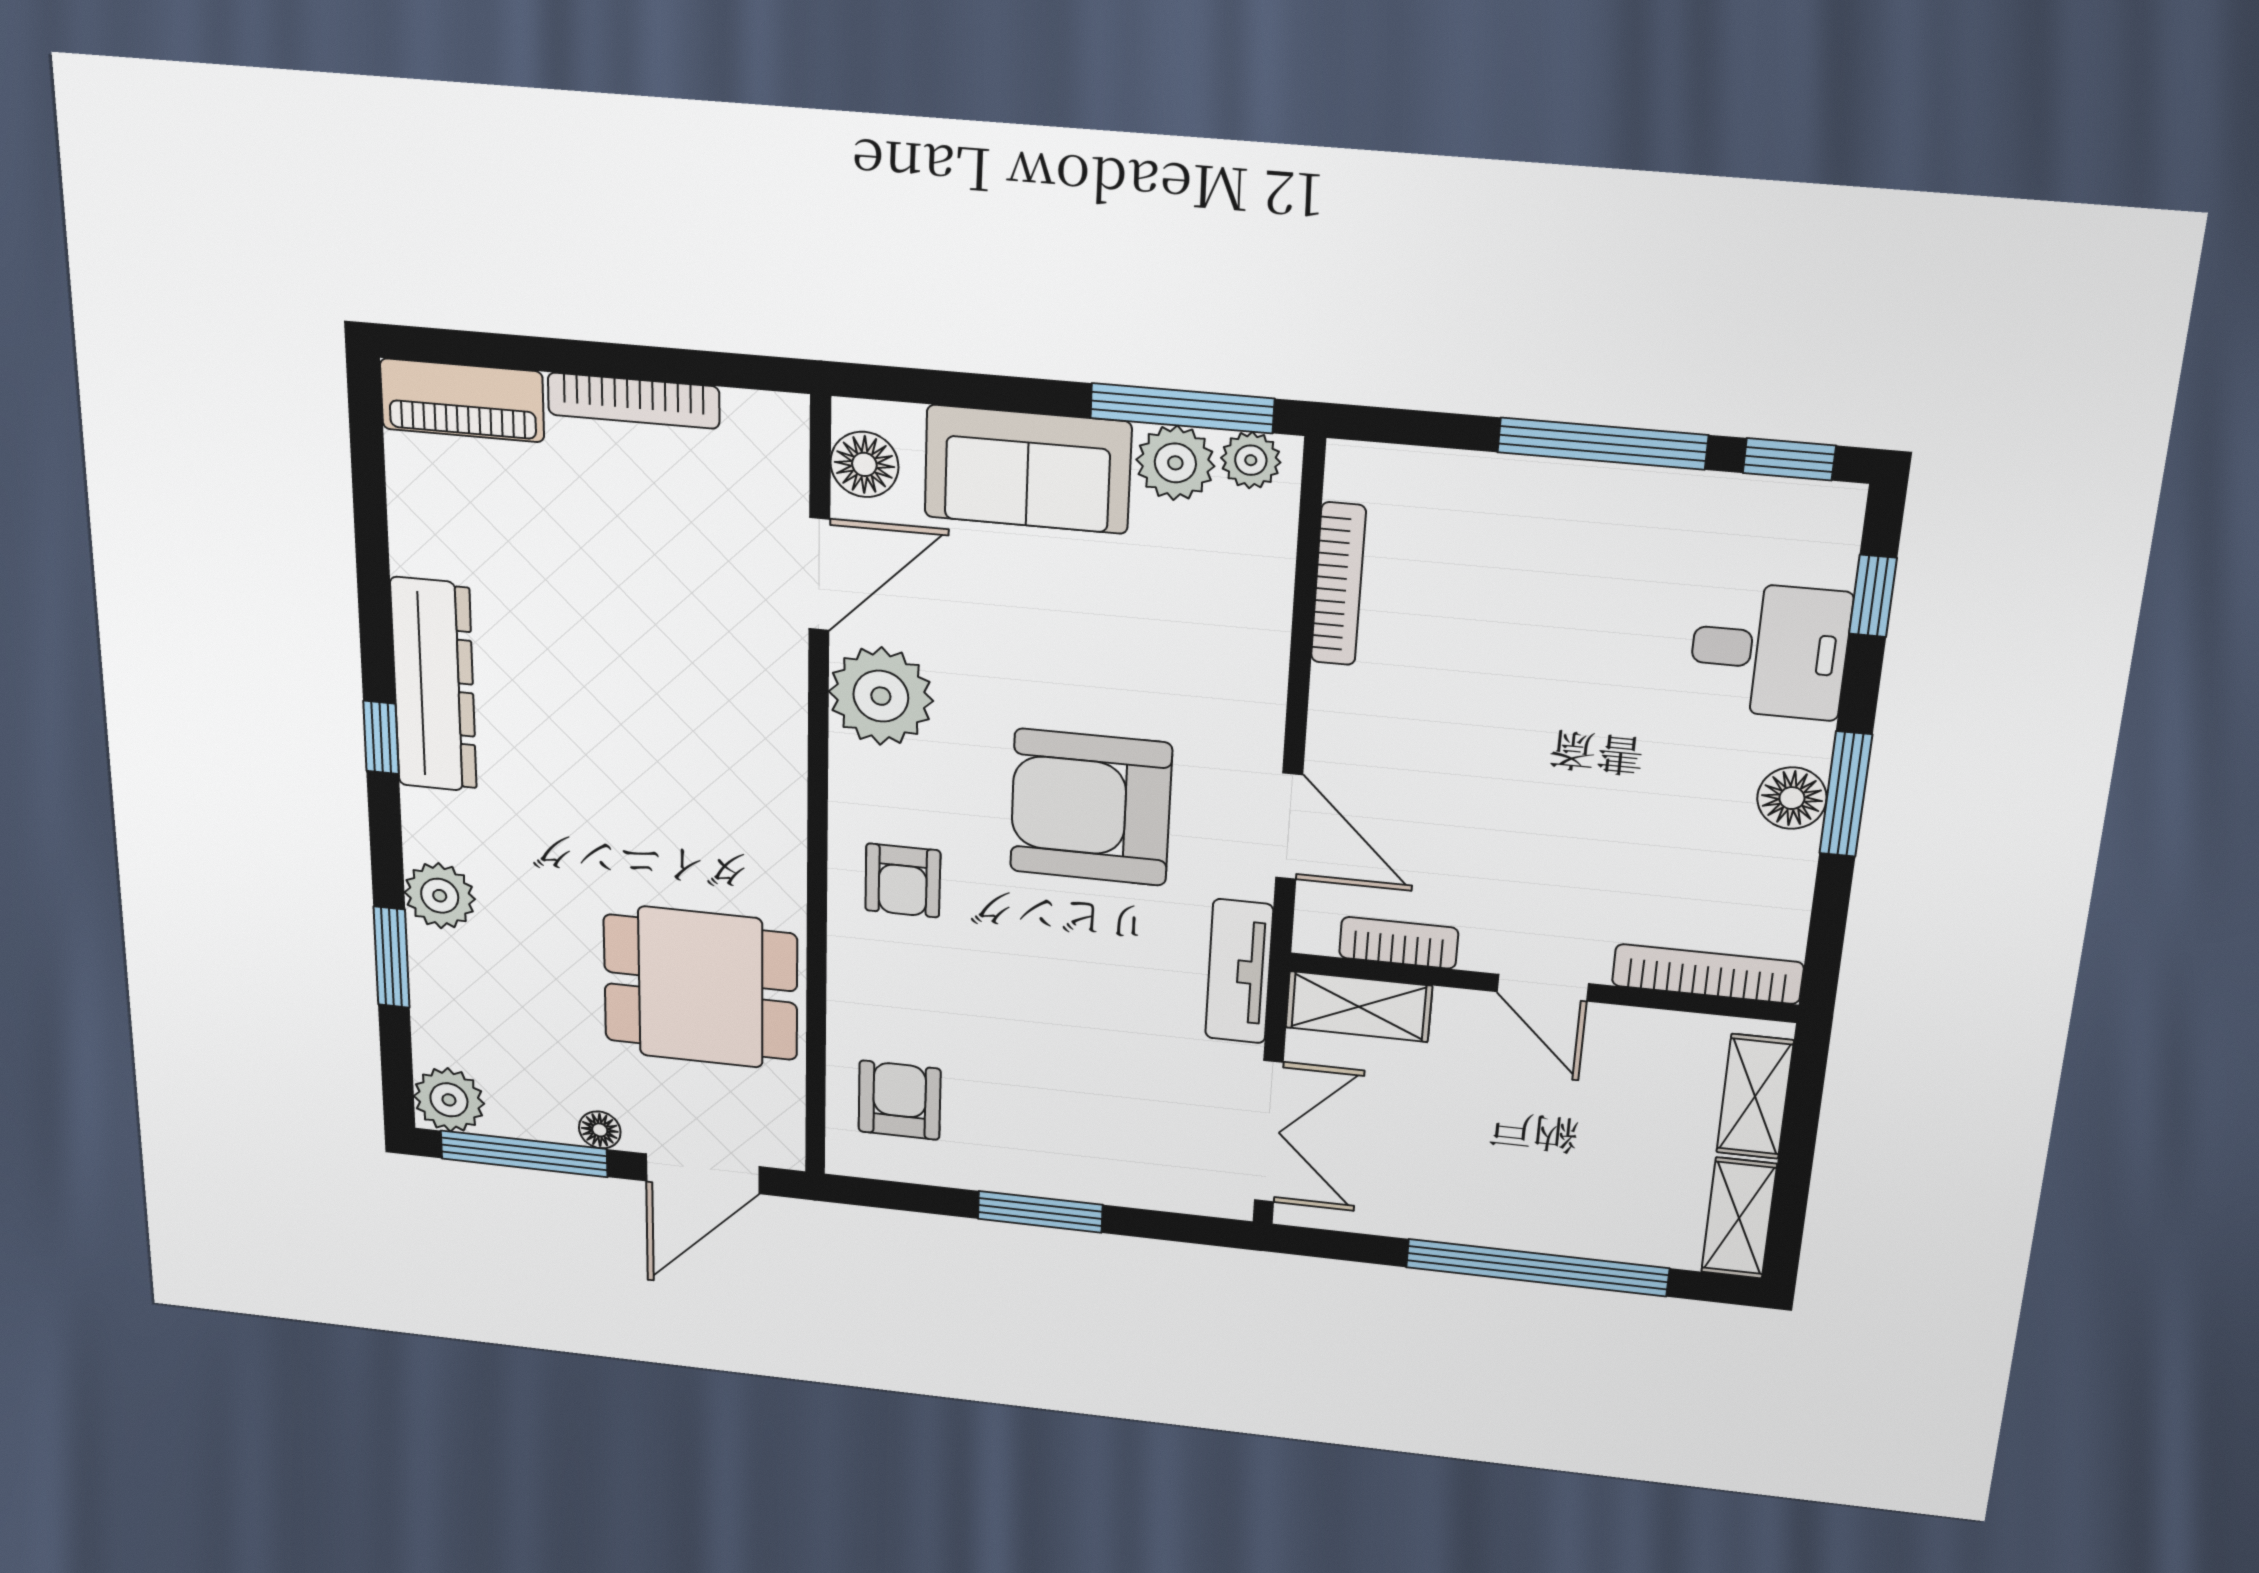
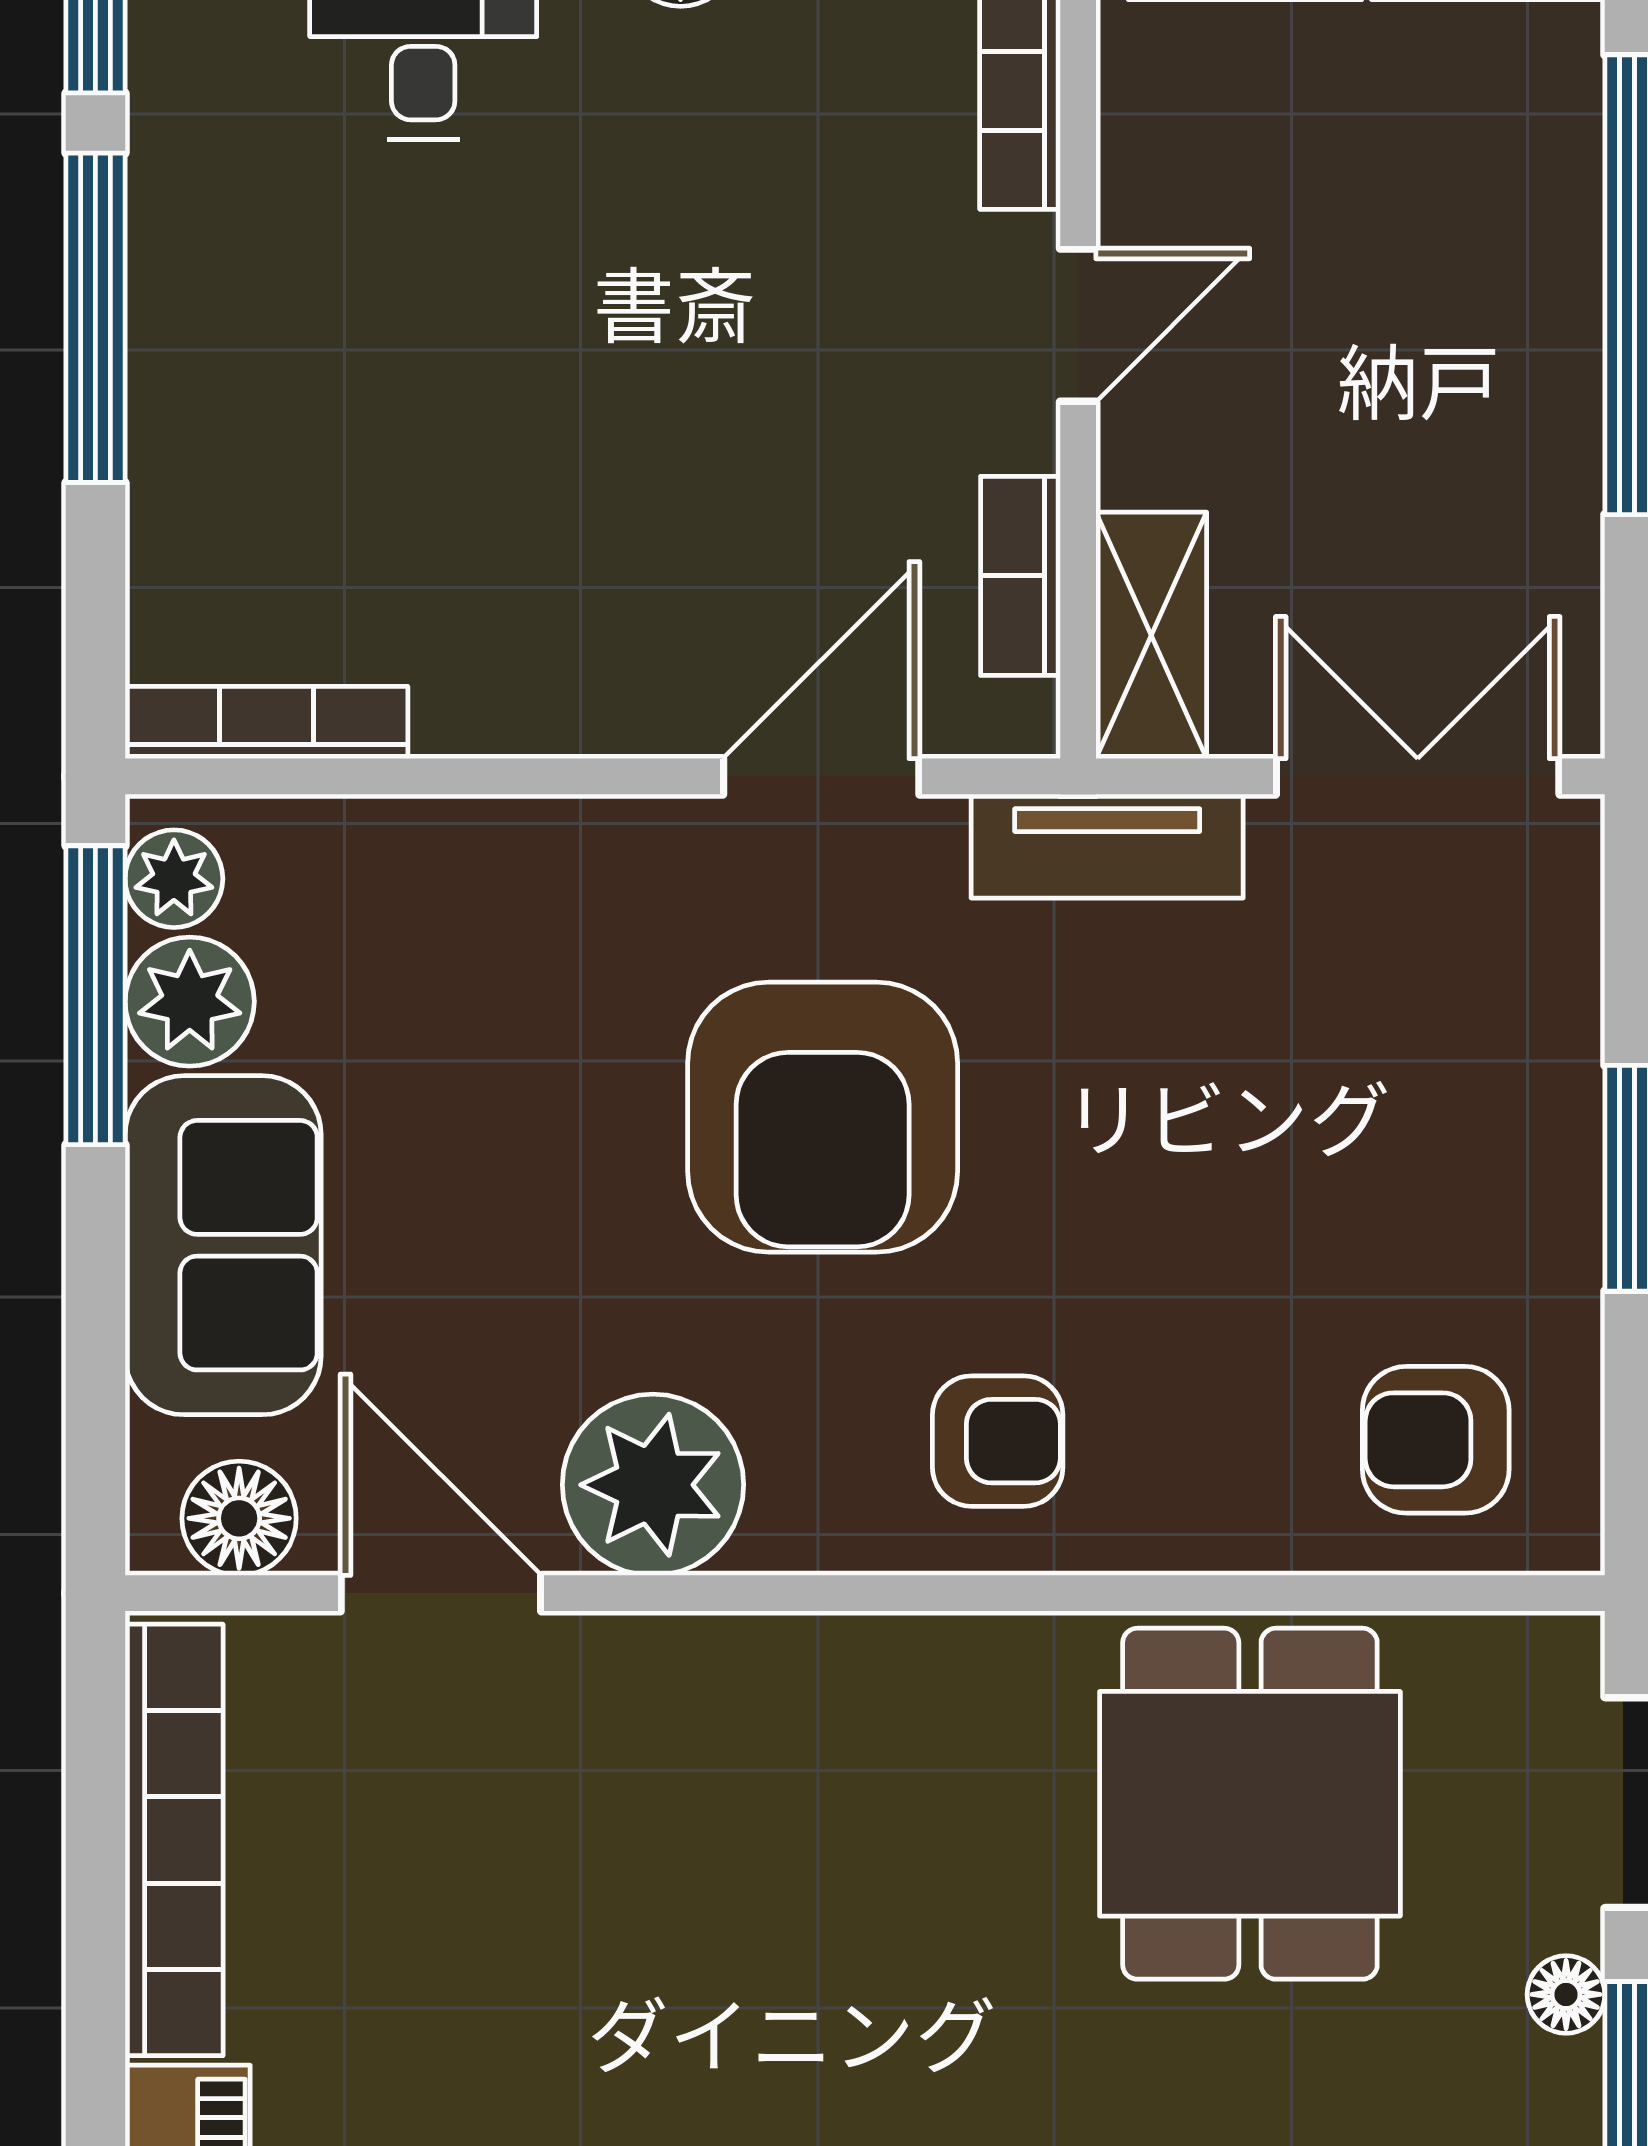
bookcase: (634, 401) -> (174, 1840), width x1.48, depth x1.31
bookcase: (1338, 584) -> (266, 722), moved

